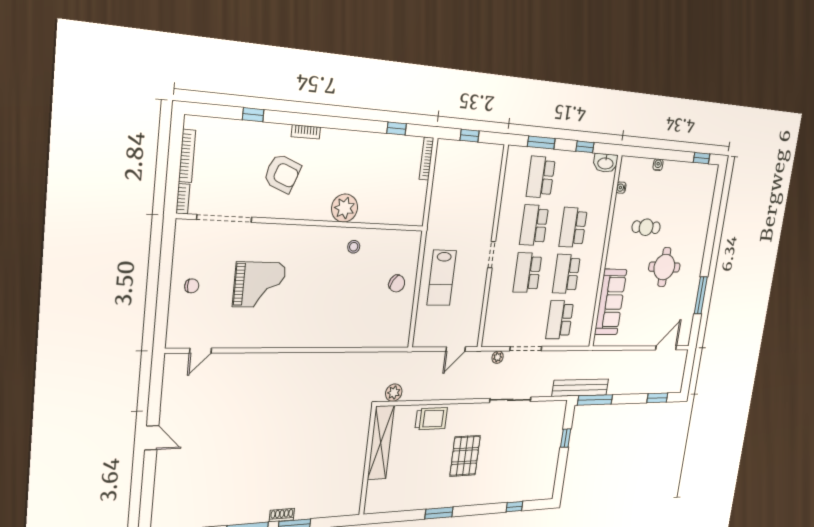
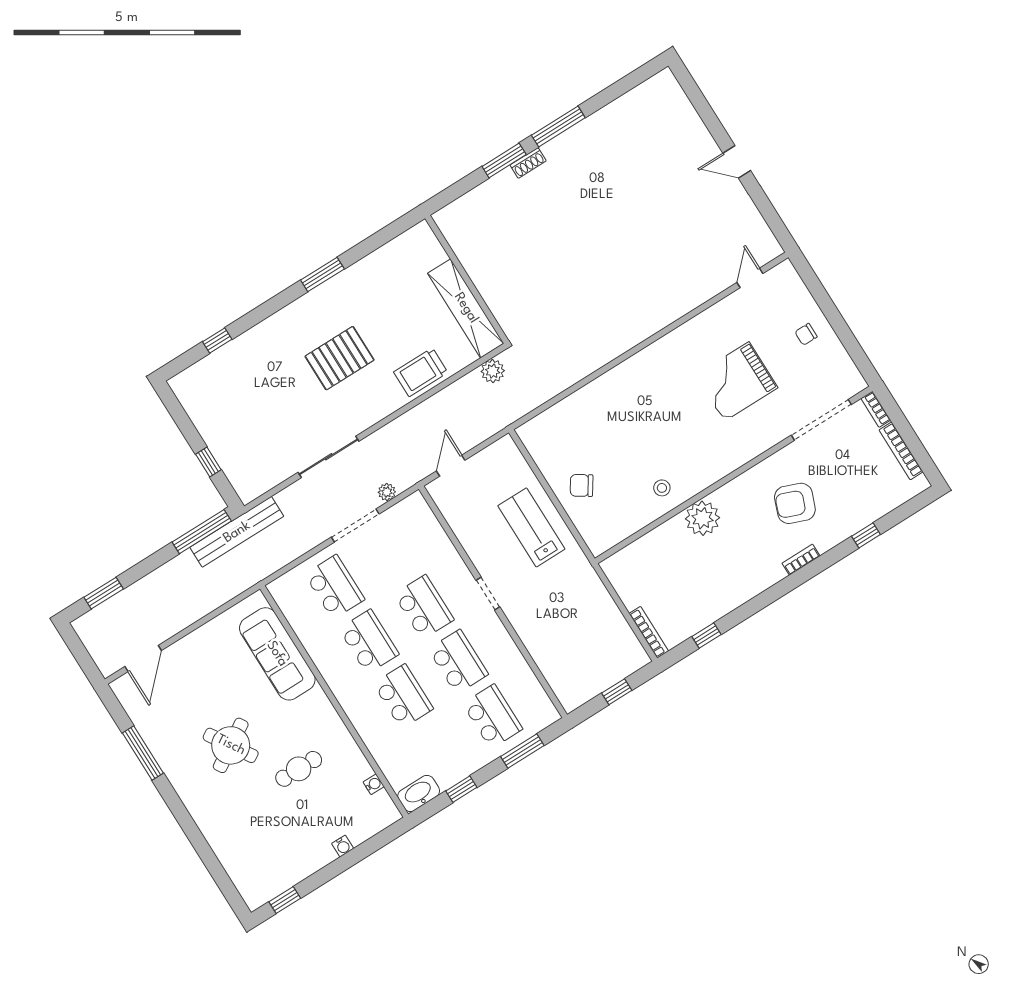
round table: (664, 267) -> (231, 745), turned -32
pallet: (465, 456) -> (340, 358), turned 90

